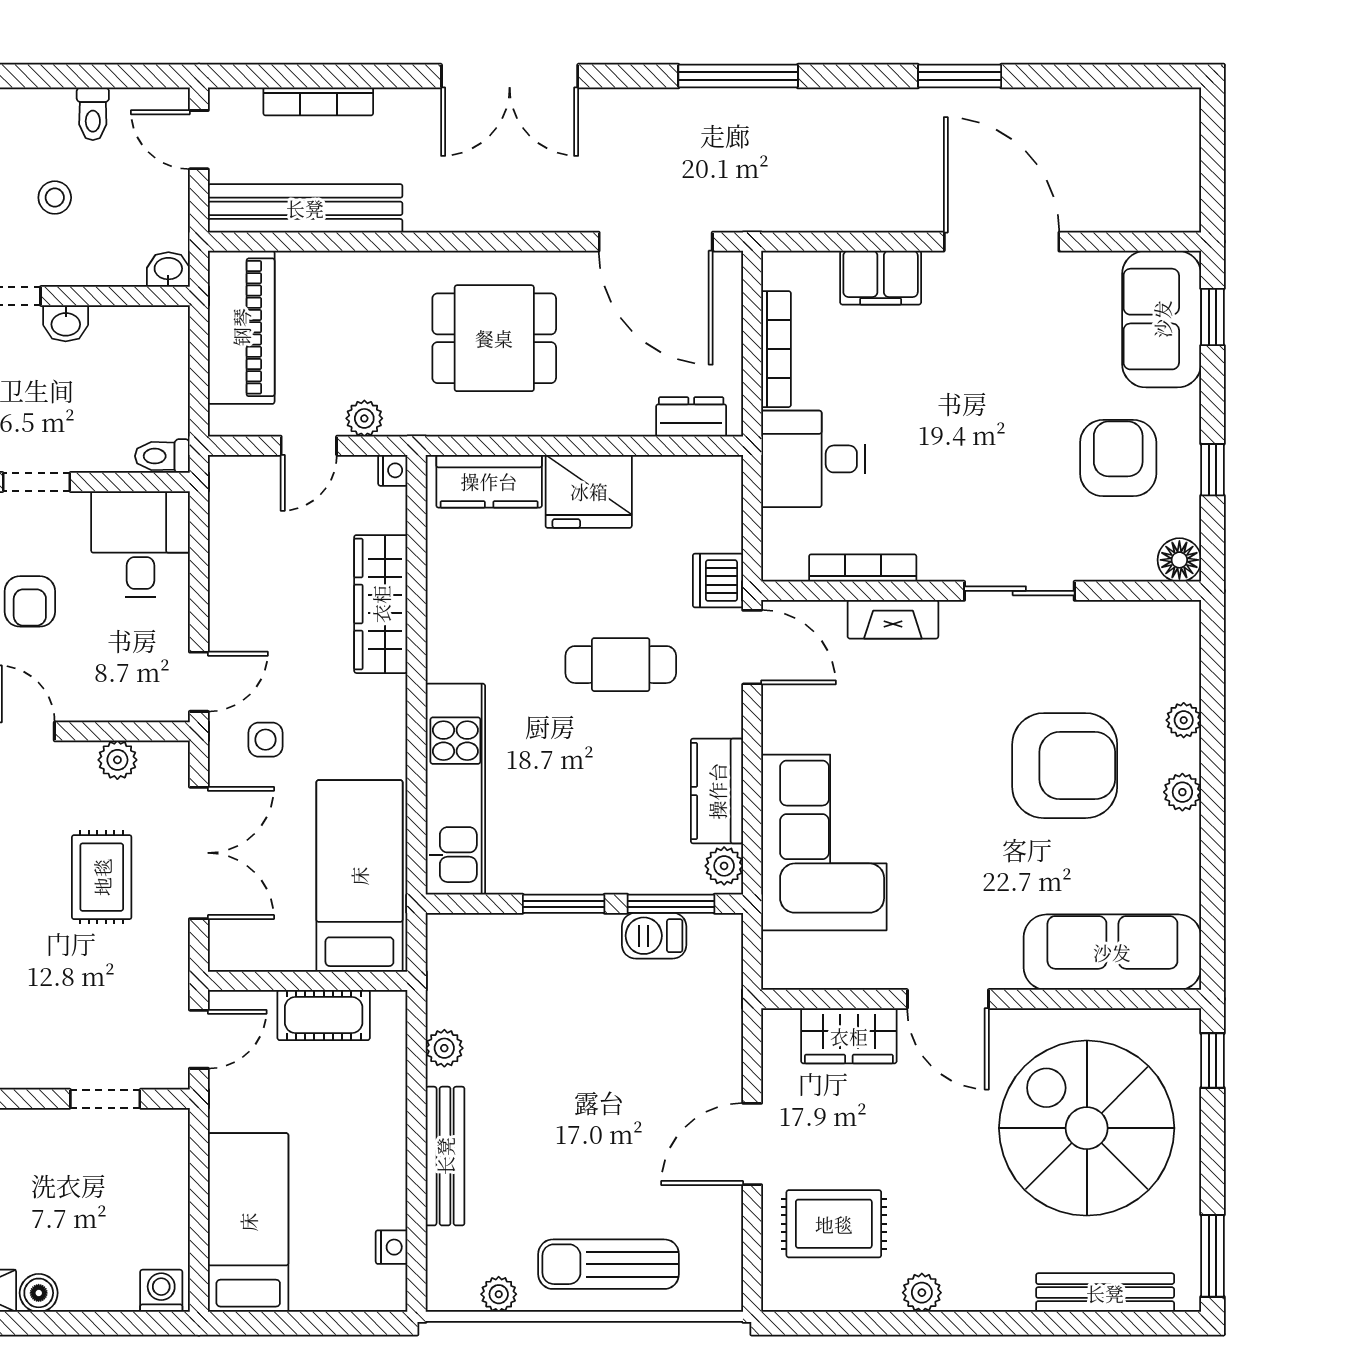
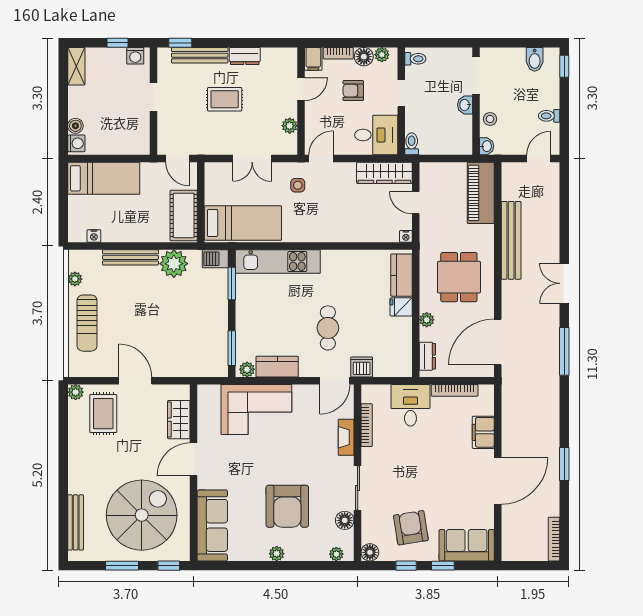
double door: (510, 76) -> (564, 283), width x0.73
window: (738, 76) -> (564, 351), moved
bookcase: (318, 101) -> (554, 539), moved
stool: (55, 198) -> (490, 119), moved
bench: (305, 208) -> (511, 240), moved
window: (1212, 317) -> (443, 566), moved
piano: (241, 327) -> (481, 193), moved, turned 90
plant: (364, 418) -> (427, 320), moved
armchair: (1118, 458) -> (411, 528), turned -99
fridge: (589, 491) -> (401, 307), width x0.53, depth x0.75
wardrobe: (381, 604) -> (384, 173), moved, turned 180
floor lamp: (1100, 623) -> (345, 520), added
door: (199, 682) -> (321, 158), swing flipped
plant: (1184, 720) -> (336, 554), moved
double door: (199, 853) -> (252, 158), width x0.73
rug: (102, 877) -> (225, 99), moved
window: (564, 904) -> (232, 283), moved
barbecue: (654, 936) -> (215, 259), moved, turned -90
cot: (324, 1015) -> (184, 215), width x1.37, depth x1.34
plant: (444, 1048) -> (174, 264), width x1.88, depth x1.88
doorway: (105, 1099) -> (153, 97), moved
window: (1212, 1256) -> (122, 566), moved
sun lounger: (609, 1264) -> (87, 323), turned 180
boiler: (39, 1293) -> (75, 126), moved
plant: (922, 1293) -> (76, 392), moved

